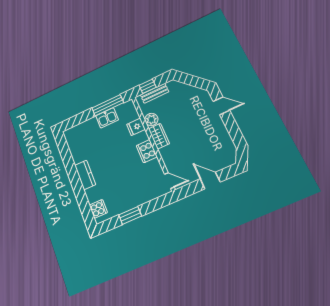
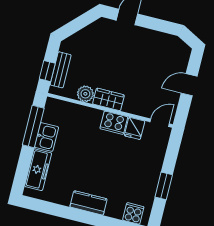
fridge: (136, 127) -> (135, 128), moved
freezer: (84, 129) -> (38, 170), added

